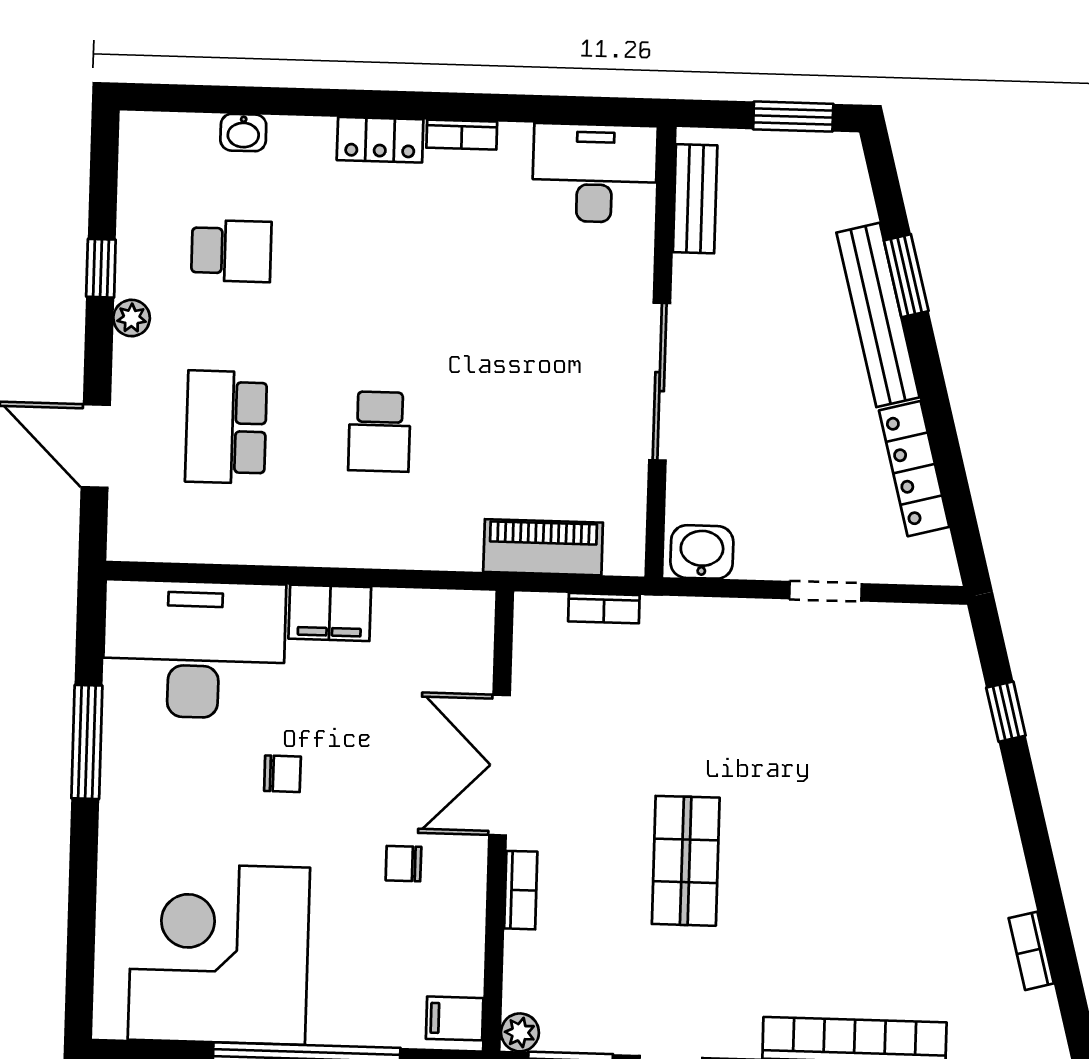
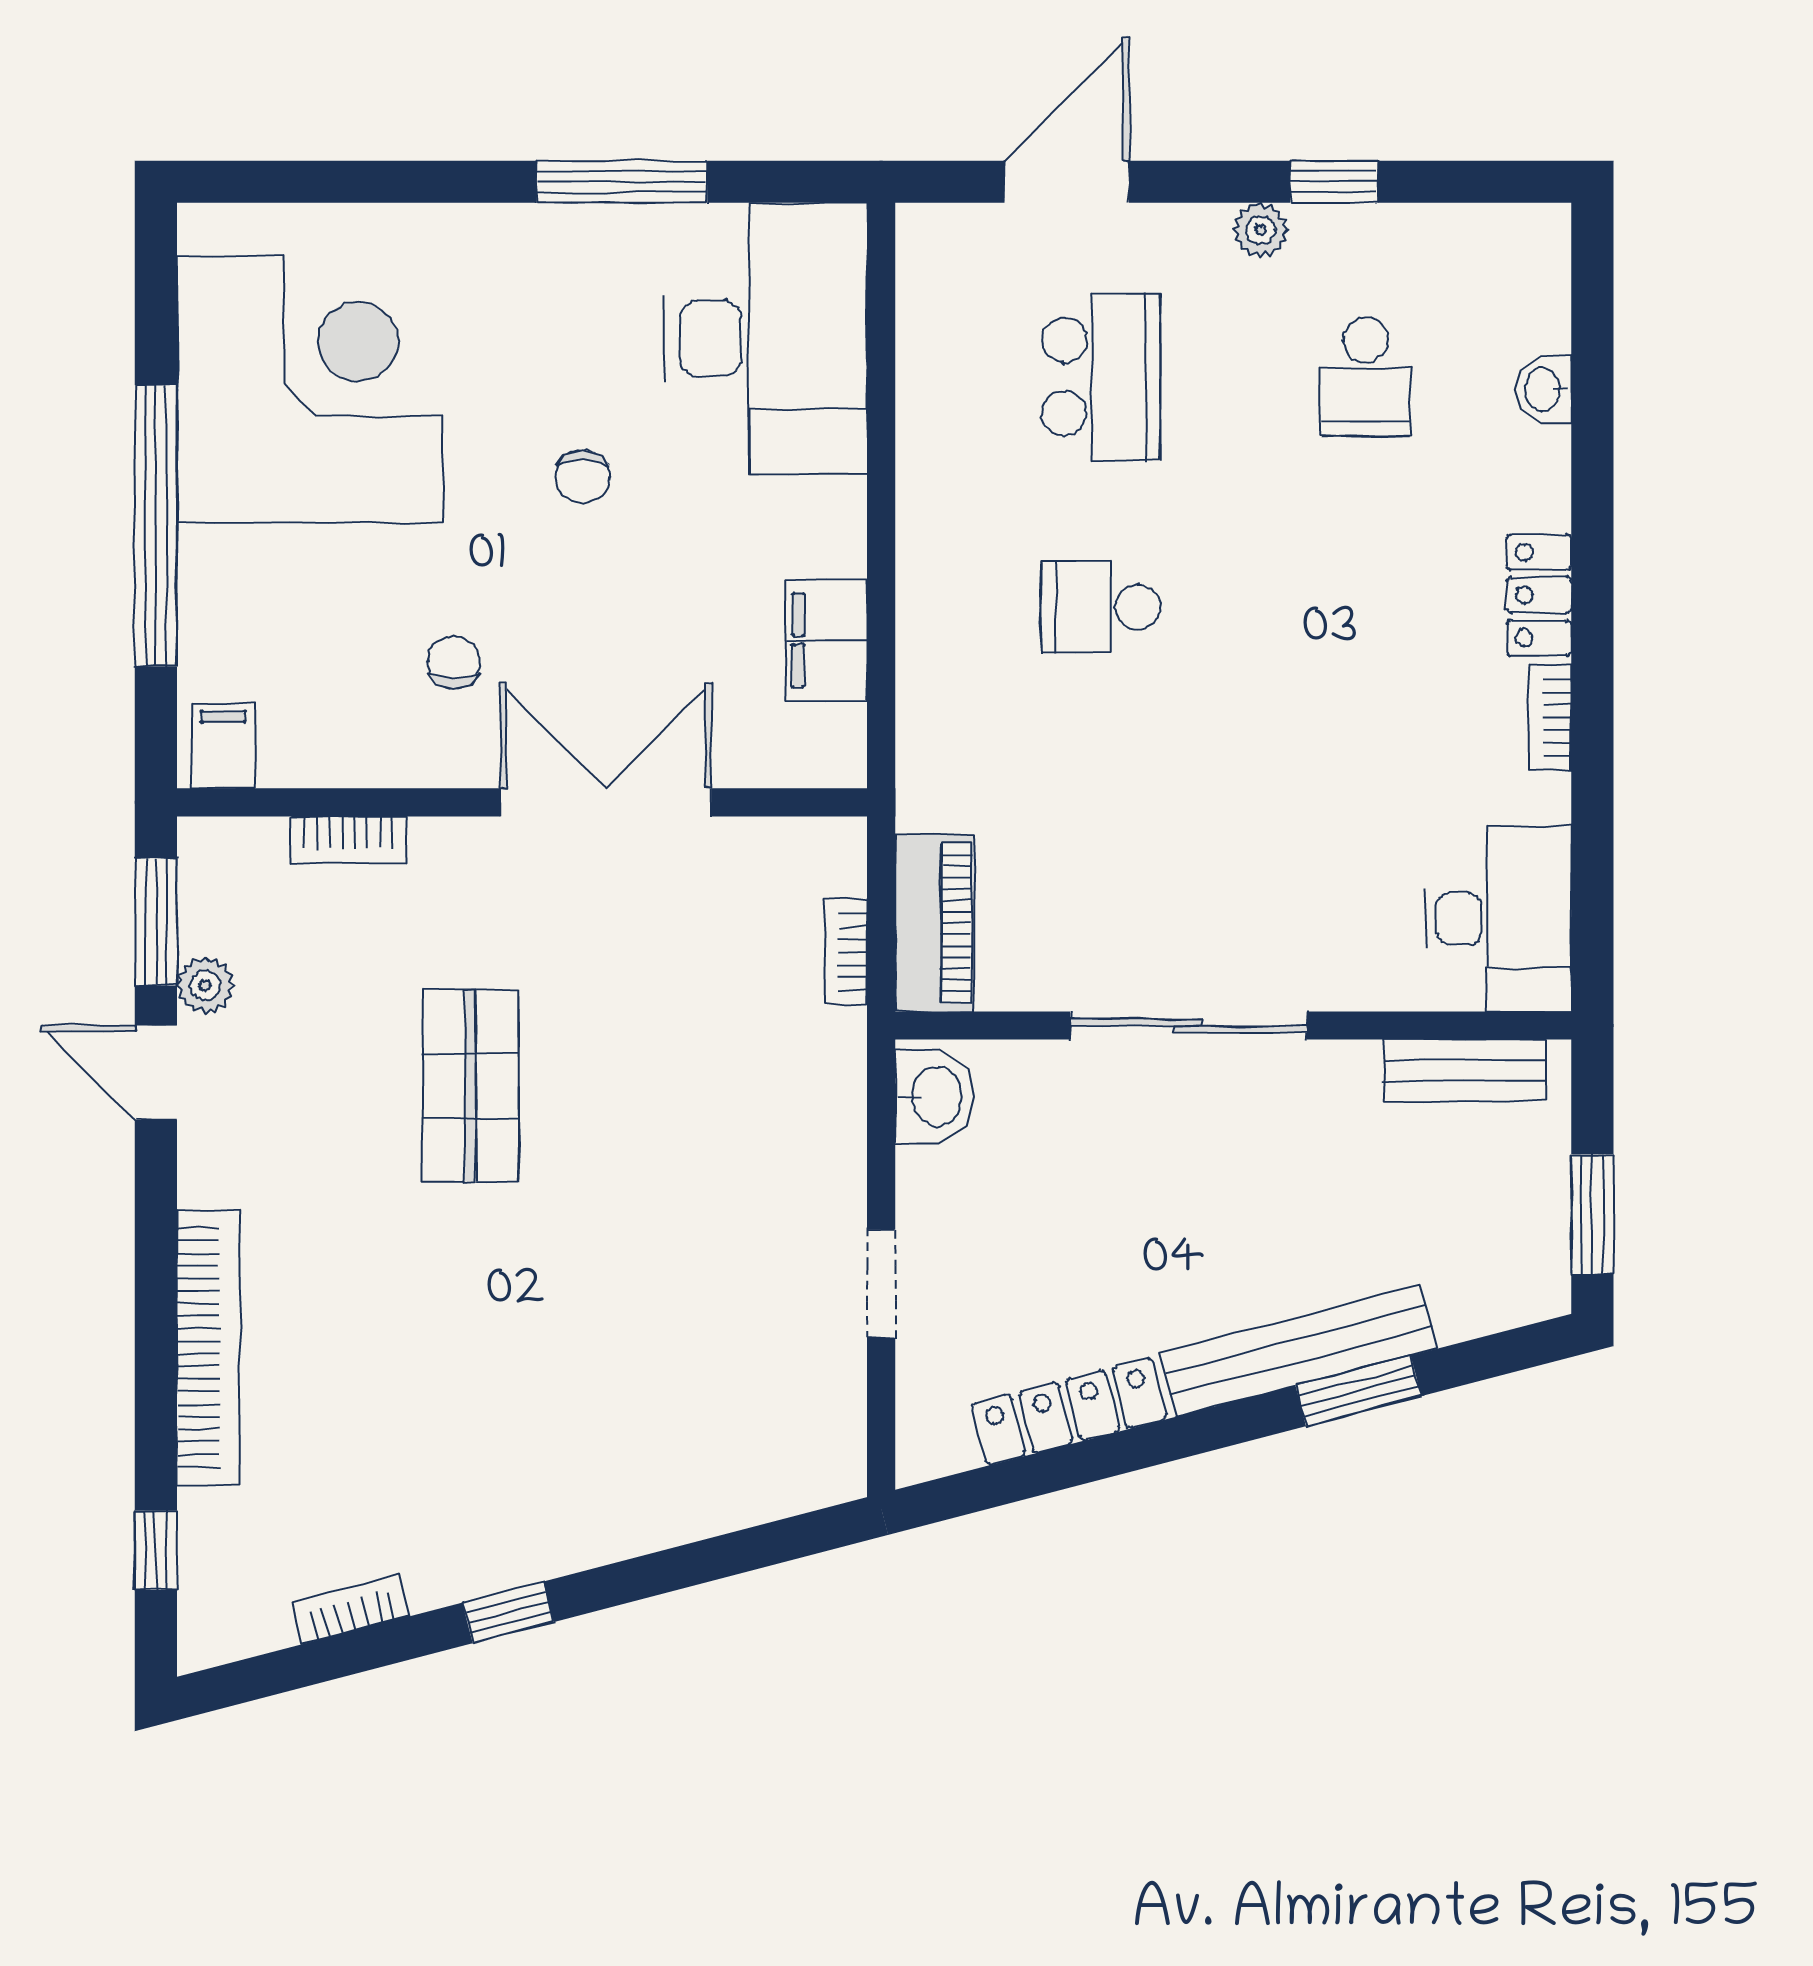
school desk: (226, 427) -> (1101, 377), turned 90
piano: (543, 547) -> (935, 923), moved
filing cabinet: (330, 613) -> (827, 640), moved
window: (1006, 712) -> (508, 1612), moved
shop shelf: (686, 861) -> (470, 1086), turned 90
bookcase: (521, 890) -> (348, 840), moved
plant: (520, 1032) -> (205, 986), moved

